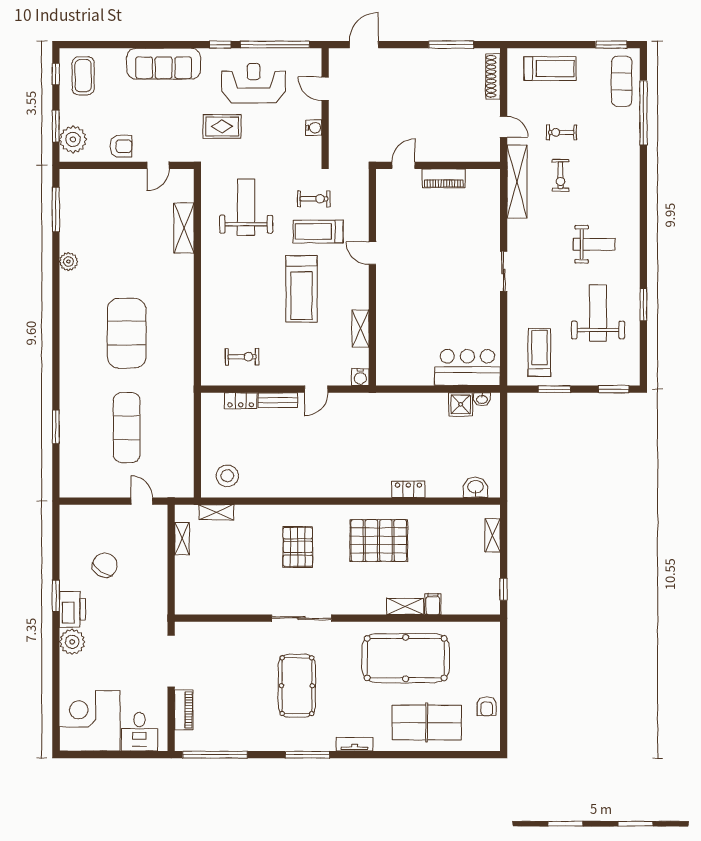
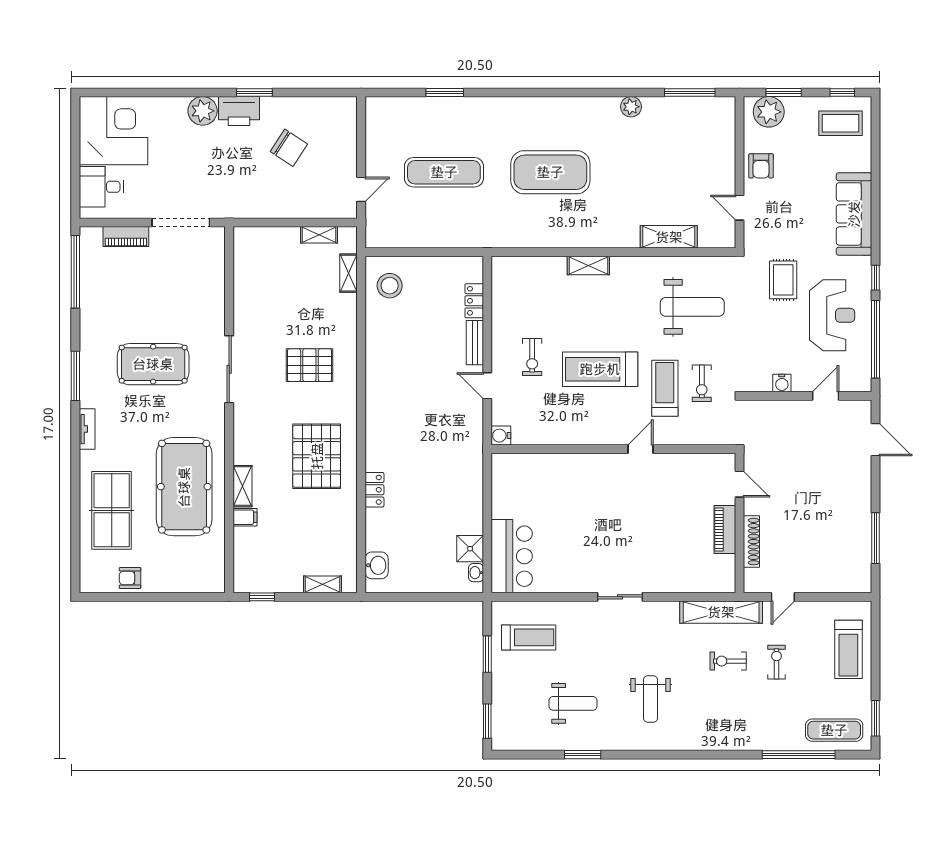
shoe rack: (493, 76) -> (751, 542), moved, turned 90
weight bench: (598, 313) -> (573, 703), width x0.73, depth x0.75
shelving: (360, 329) -> (588, 265), moved
exercise bike: (242, 357) -> (532, 357), moved

